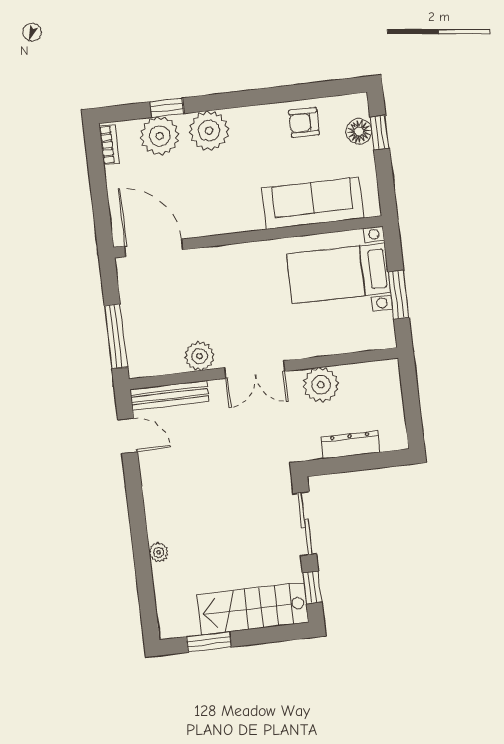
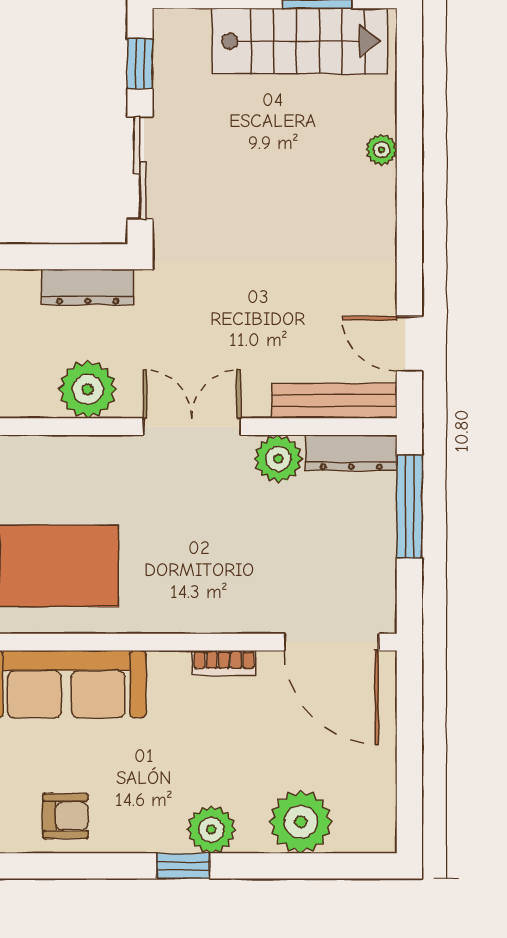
window: (167, 108) -> (183, 866), moved
plant: (209, 131) -> (211, 830), width x0.73, depth x0.73
bookcase: (109, 145) -> (224, 663), moved, turned -90
dresser: (155, 365) -> (351, 453), added
dresser: (351, 445) -> (88, 287), moved
stairs: (253, 609) -> (300, 41), moved

